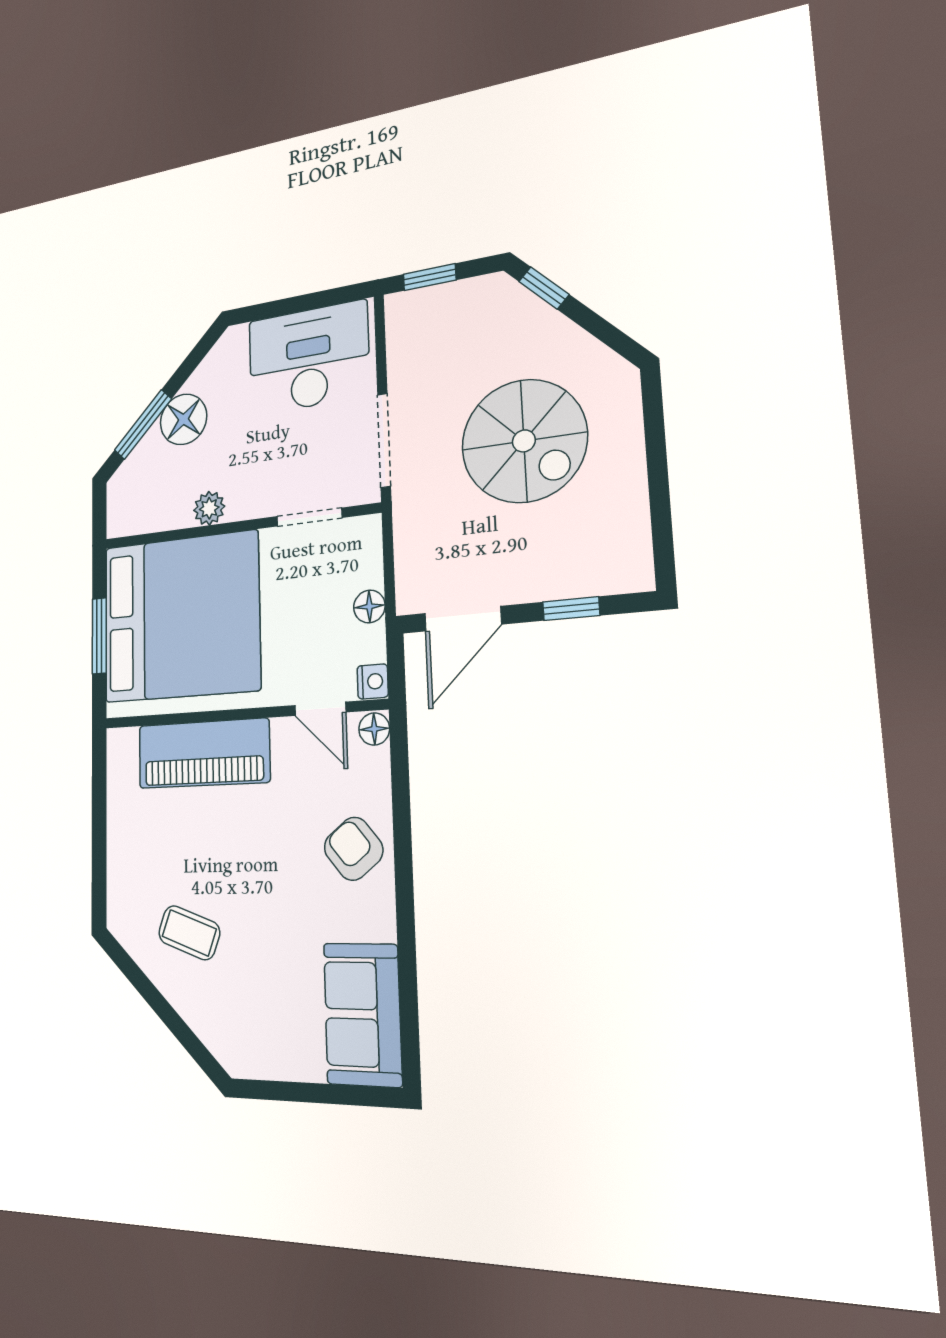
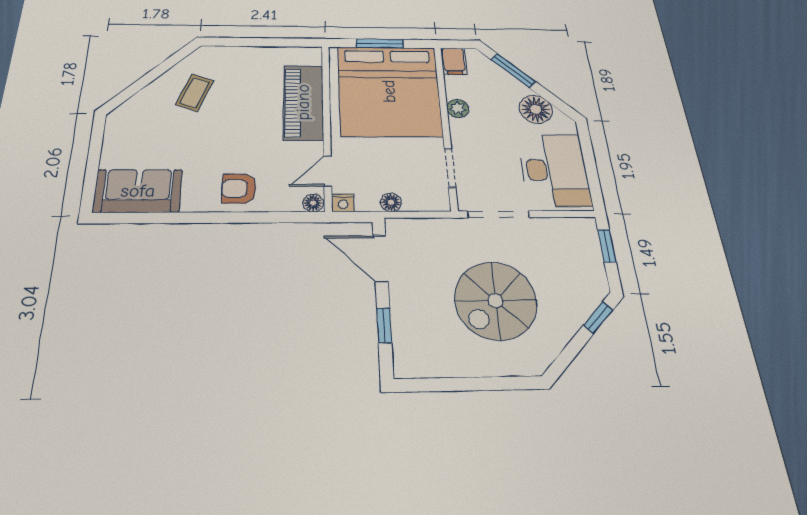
floor lamp: (183, 419) -> (536, 109), moved
filing cabinet: (128, 517) -> (454, 61), added
armchair: (354, 849) -> (239, 189), turned -141

